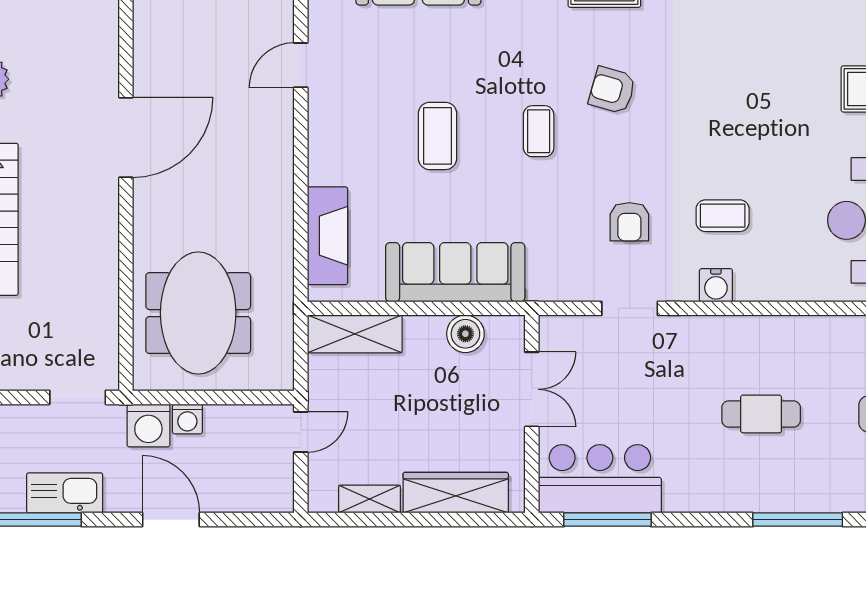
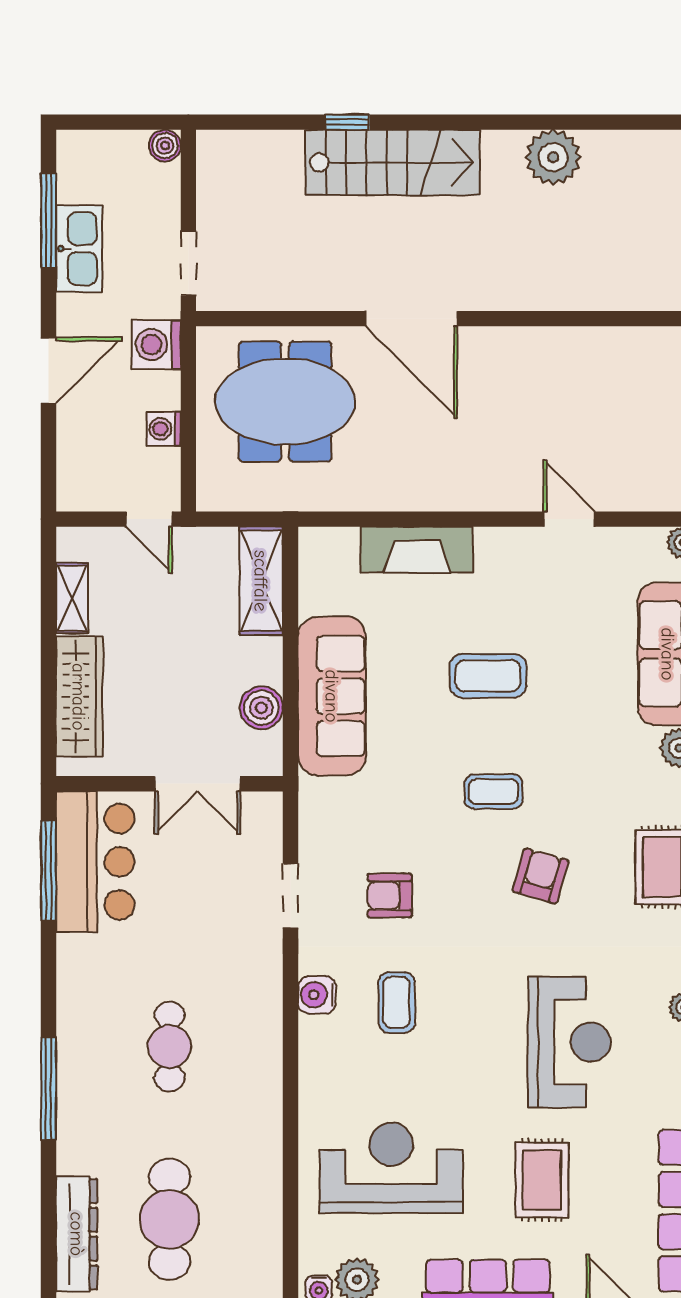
reception desk: (757, 65) -> (569, 1042), added
door: (126, 137) -> (411, 319), moved
fireplace: (327, 236) -> (417, 550), moved
washing machine: (187, 419) -> (164, 429), moved

